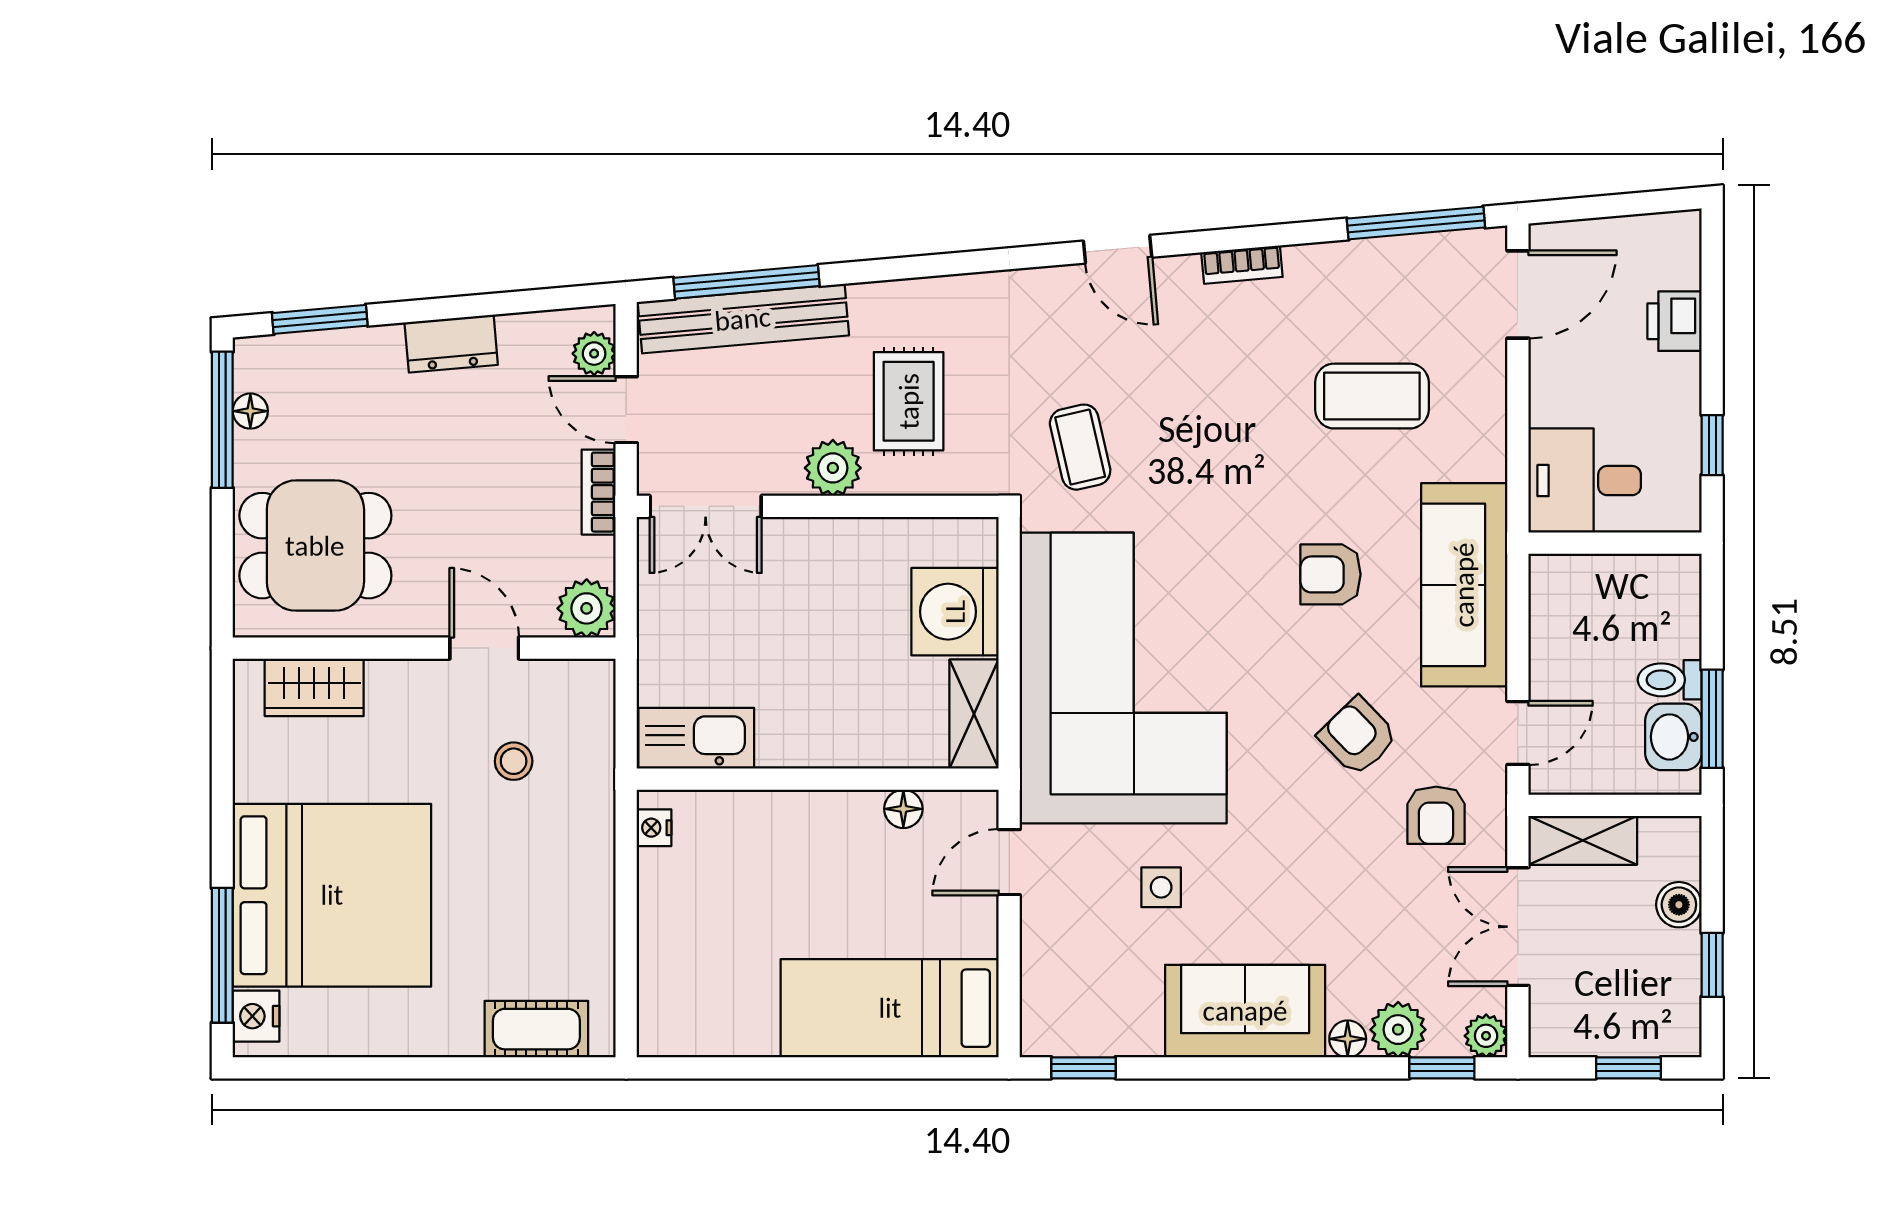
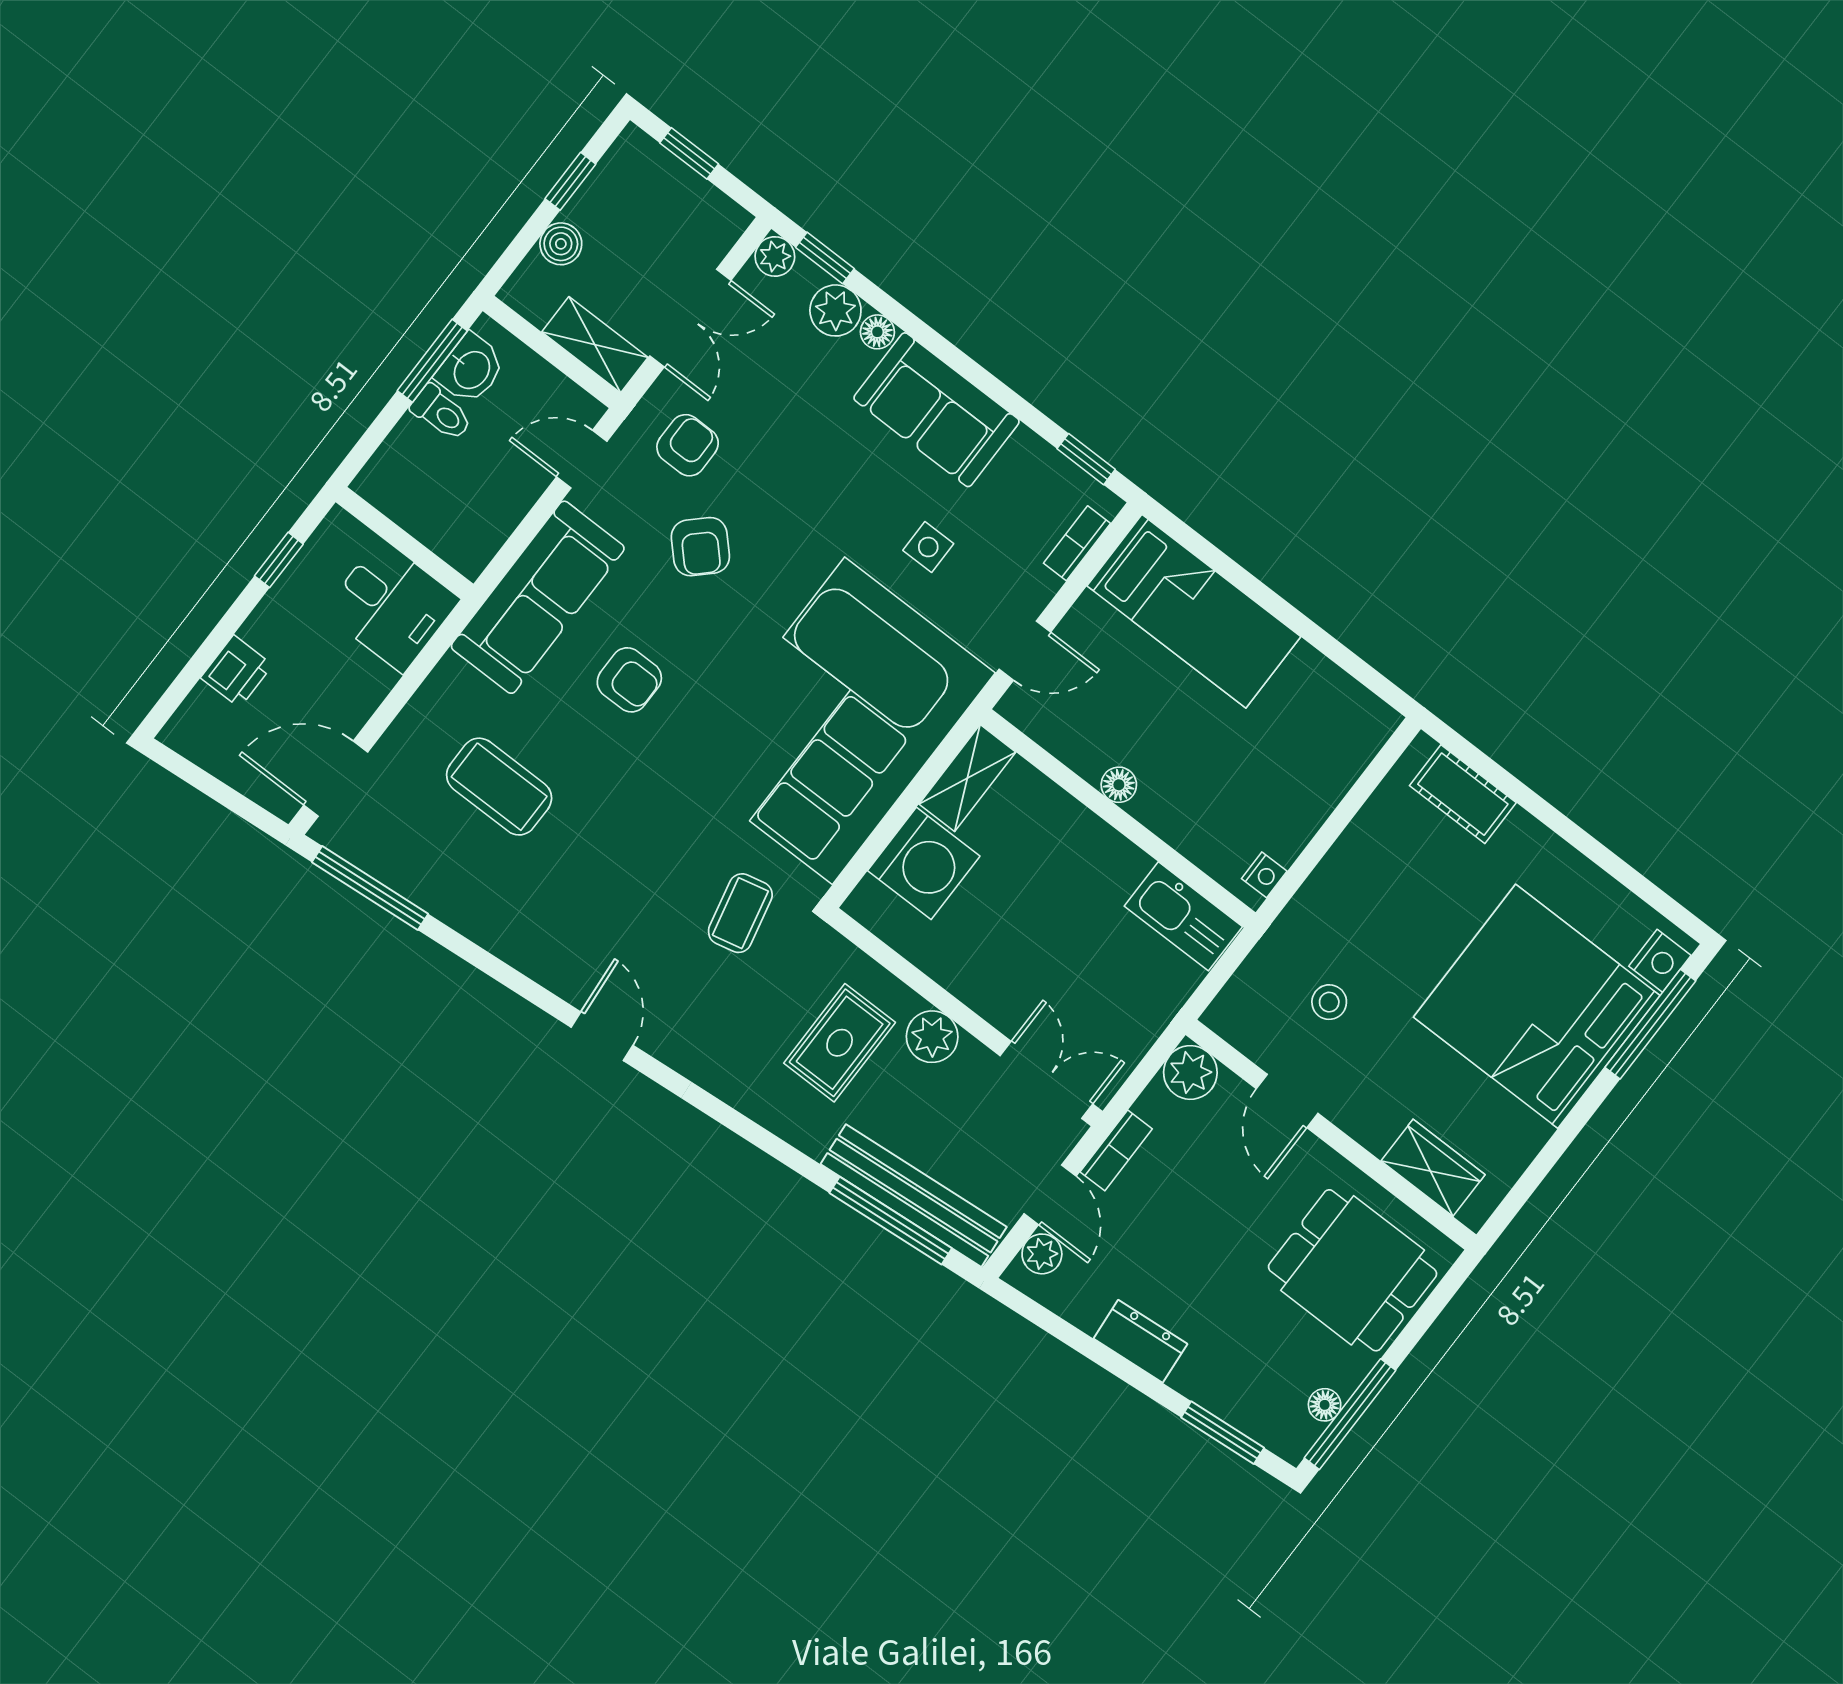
bookcase: (1242, 265) -> (1077, 543), moved, turned -85
floor lamp: (903, 809) -> (1119, 785), moved

